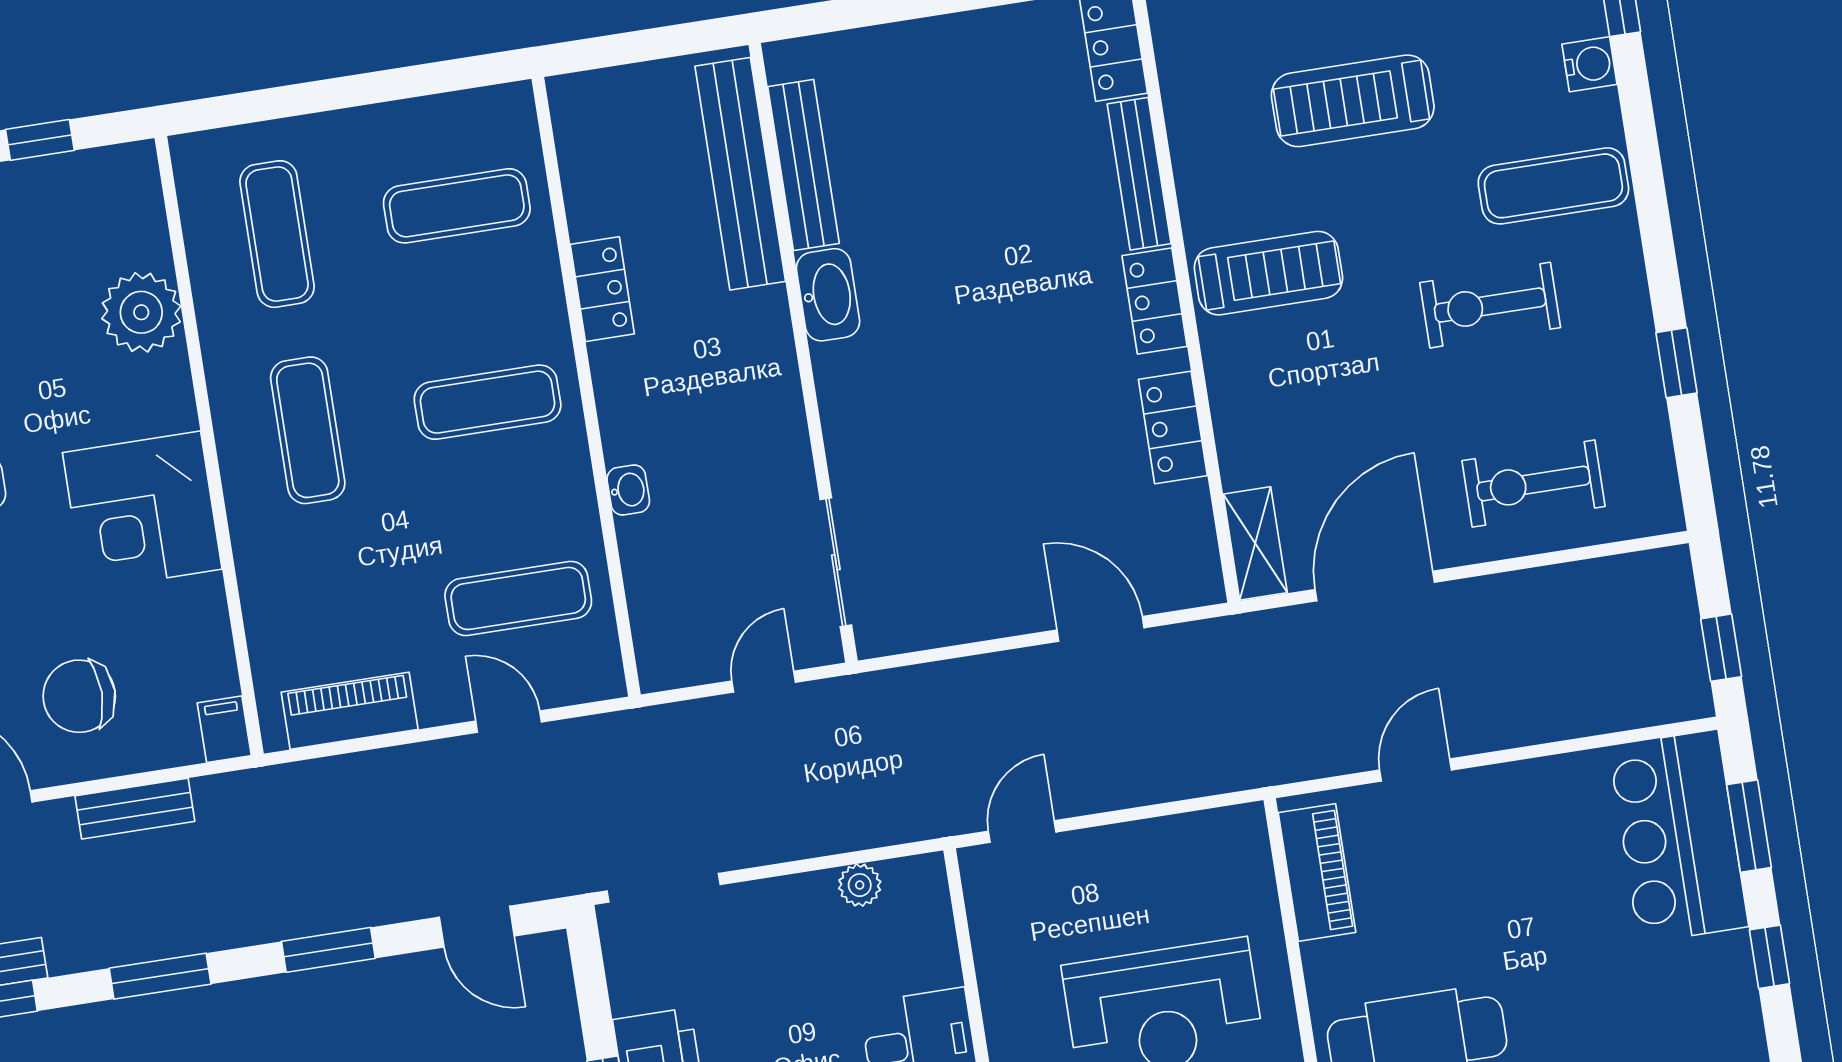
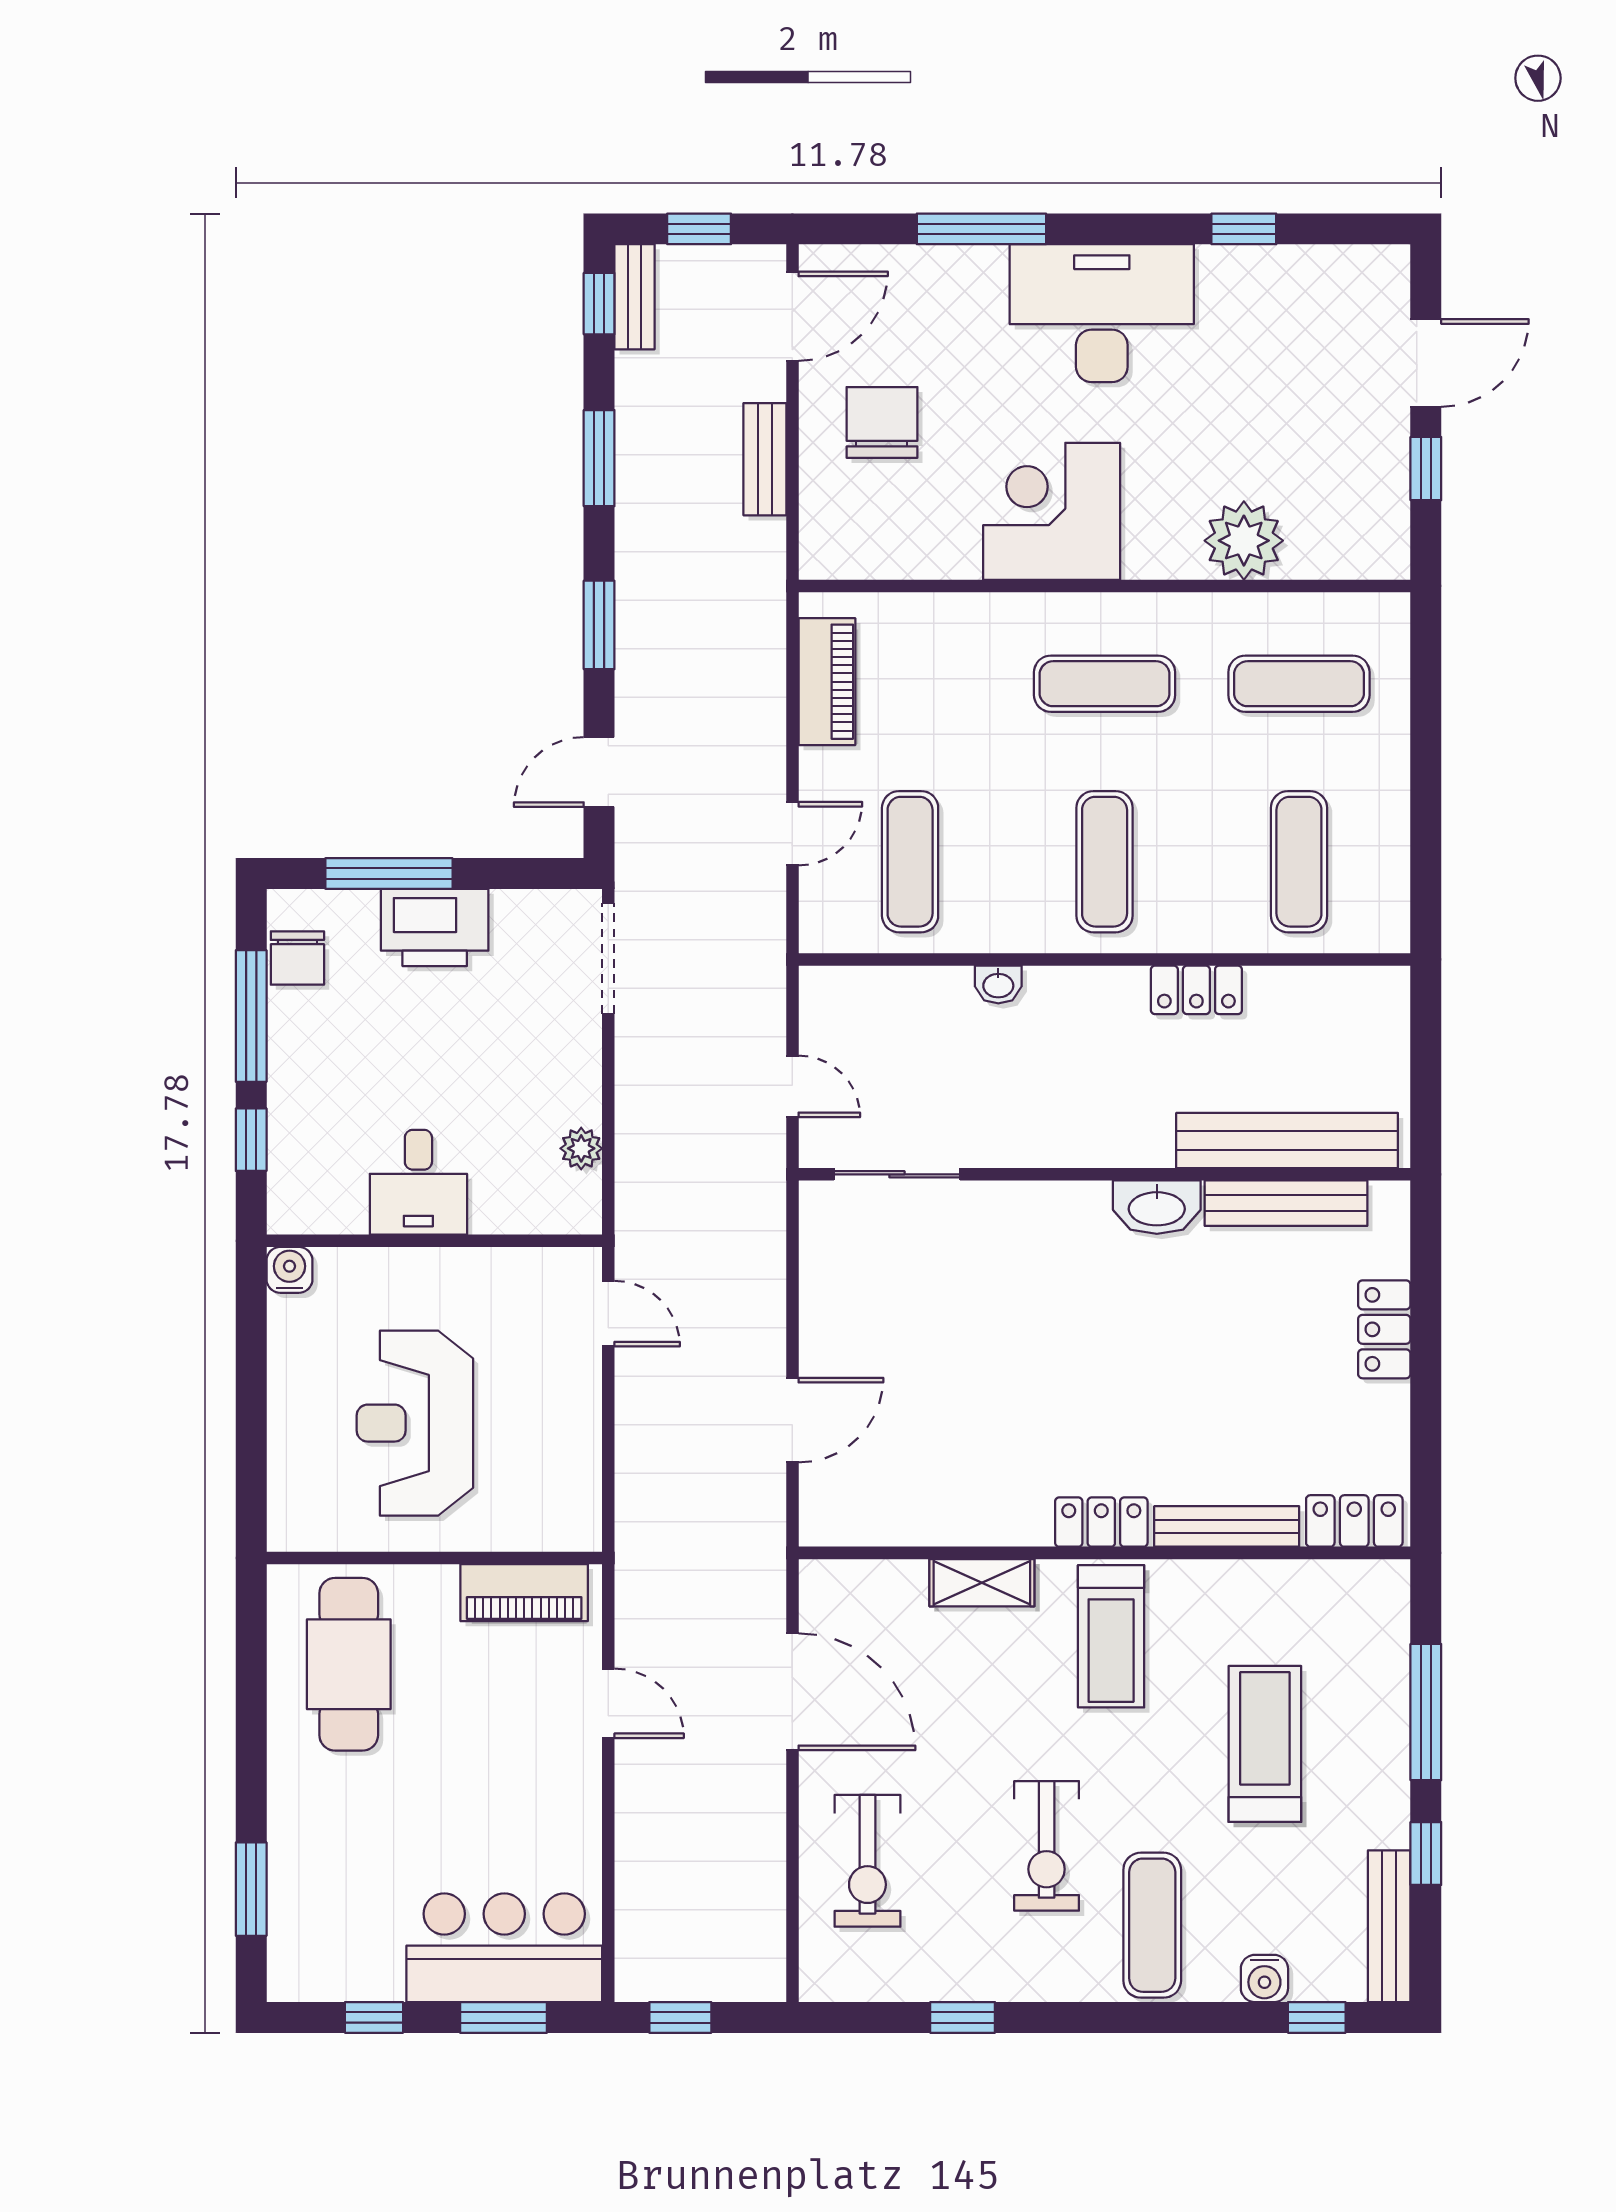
exercise bike: (1490, 305) -> (1047, 1846), turned 180
locker: (1173, 427) -> (1384, 1329), moved, turned -90
exercise bike: (1533, 484) -> (867, 1861), turned 180
shelving: (1255, 543) -> (982, 1583), moved
filing cabinet: (224, 729) -> (828, 558), removed

